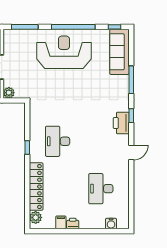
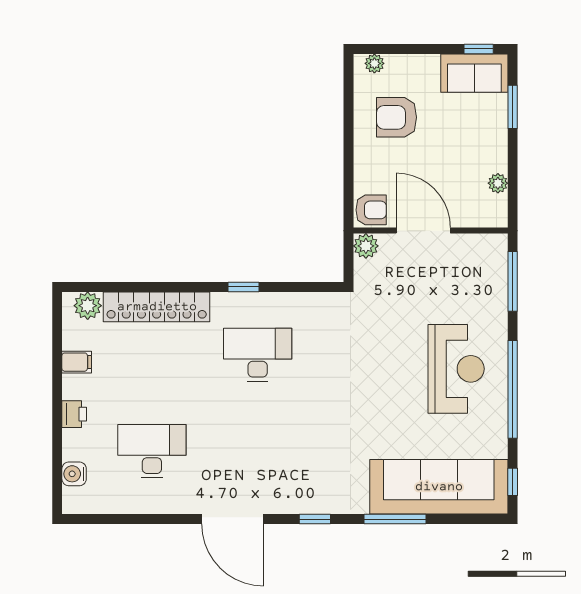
reception desk: (64, 52) -> (456, 369), width x0.74, depth x0.77
sofa: (119, 52) -> (439, 487), width x1.36, depth x1.27
printer: (121, 123) -> (298, 497), removed
door: (131, 153) -> (233, 519), width x1.87
printer: (73, 224) -> (74, 414), moved

